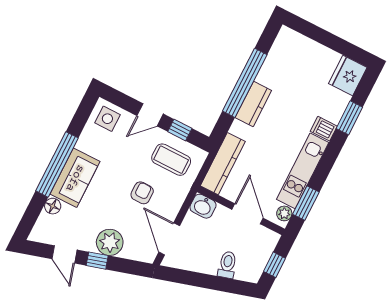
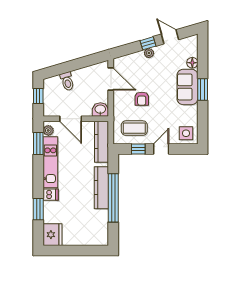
kitchen counter: (253, 104) -> (101, 188), width x1.50
window: (57, 164) -> (203, 90), width x0.47
plant: (110, 242) -> (149, 53), width x0.53, depth x0.53

